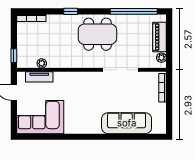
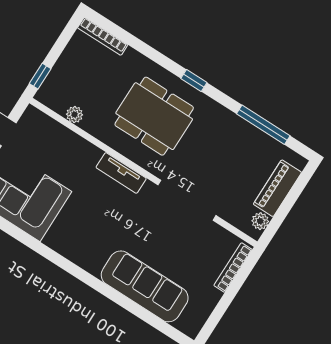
window: (71, 11) -> (194, 80), moved
window: (134, 11) -> (263, 125), width x0.68
dining table: (97, 34) -> (154, 116), moved
tv unit: (39, 77) -> (121, 173), moved

